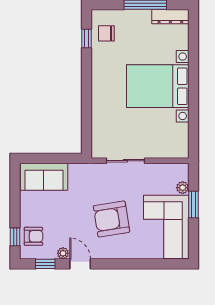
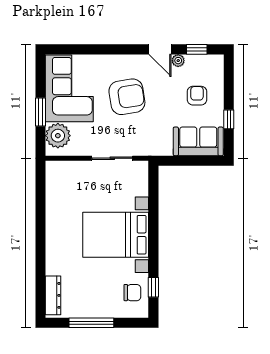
dresser: (170, 17) -> (53, 295), moved, turned 90
bed with nightstands: (158, 86) -> (116, 235), moved, turned 180
plant: (183, 188) -> (58, 136), width x1.88, depth x1.88
armchair: (33, 236) -> (197, 96), moved, turned 90
window: (15, 237) -> (229, 119), moved

